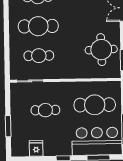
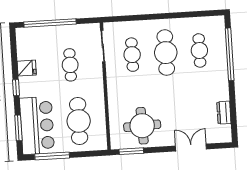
window: (8, 126) -> (50, 23), width x2.11
fridge: (36, 148) -> (27, 68), moved

